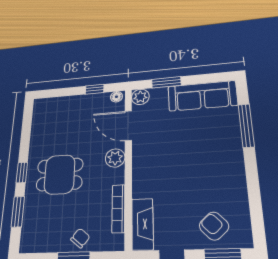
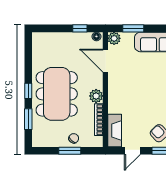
plant: (115, 158) -> (96, 96), moved
dining table: (60, 174) -> (57, 94), width x1.88, depth x1.24

